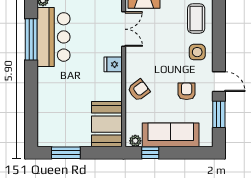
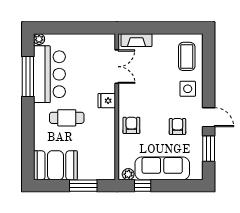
cafe table: (72, 82) -> (67, 118), added
armchair: (139, 90) -> (131, 125), turned -53
booth: (107, 124) -> (55, 165), moved, turned 90
window: (66, 153) -> (83, 186), moved

